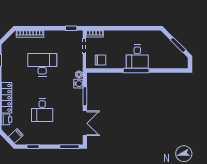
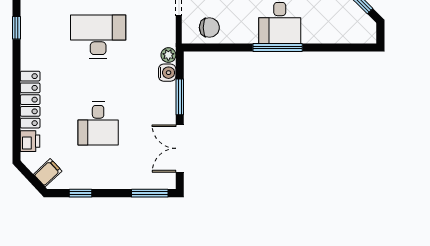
double door: (85, 123) -> (180, 148), swing flipped

